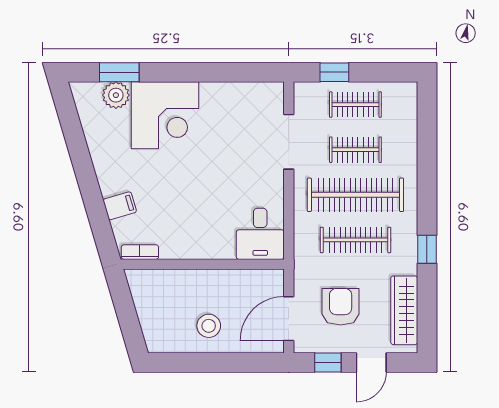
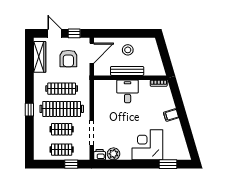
printer: (271, 93) -> (100, 155), added
plant: (116, 95) -> (114, 154), moved
filing cabinet: (120, 206) -> (171, 115), moved
desk: (260, 234) -> (128, 91), moved
window: (427, 249) -> (29, 110), moved
bench: (210, 279) -> (127, 71), added
door: (371, 363) -> (55, 33), hinge flipped

